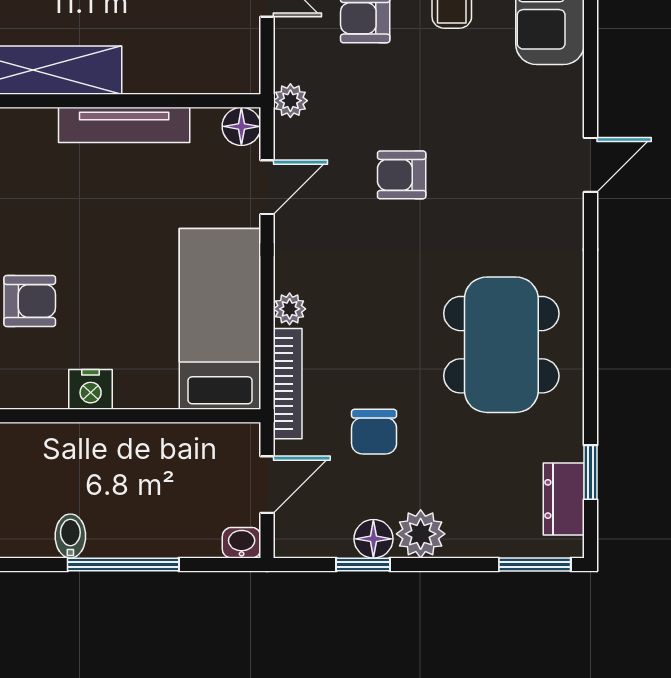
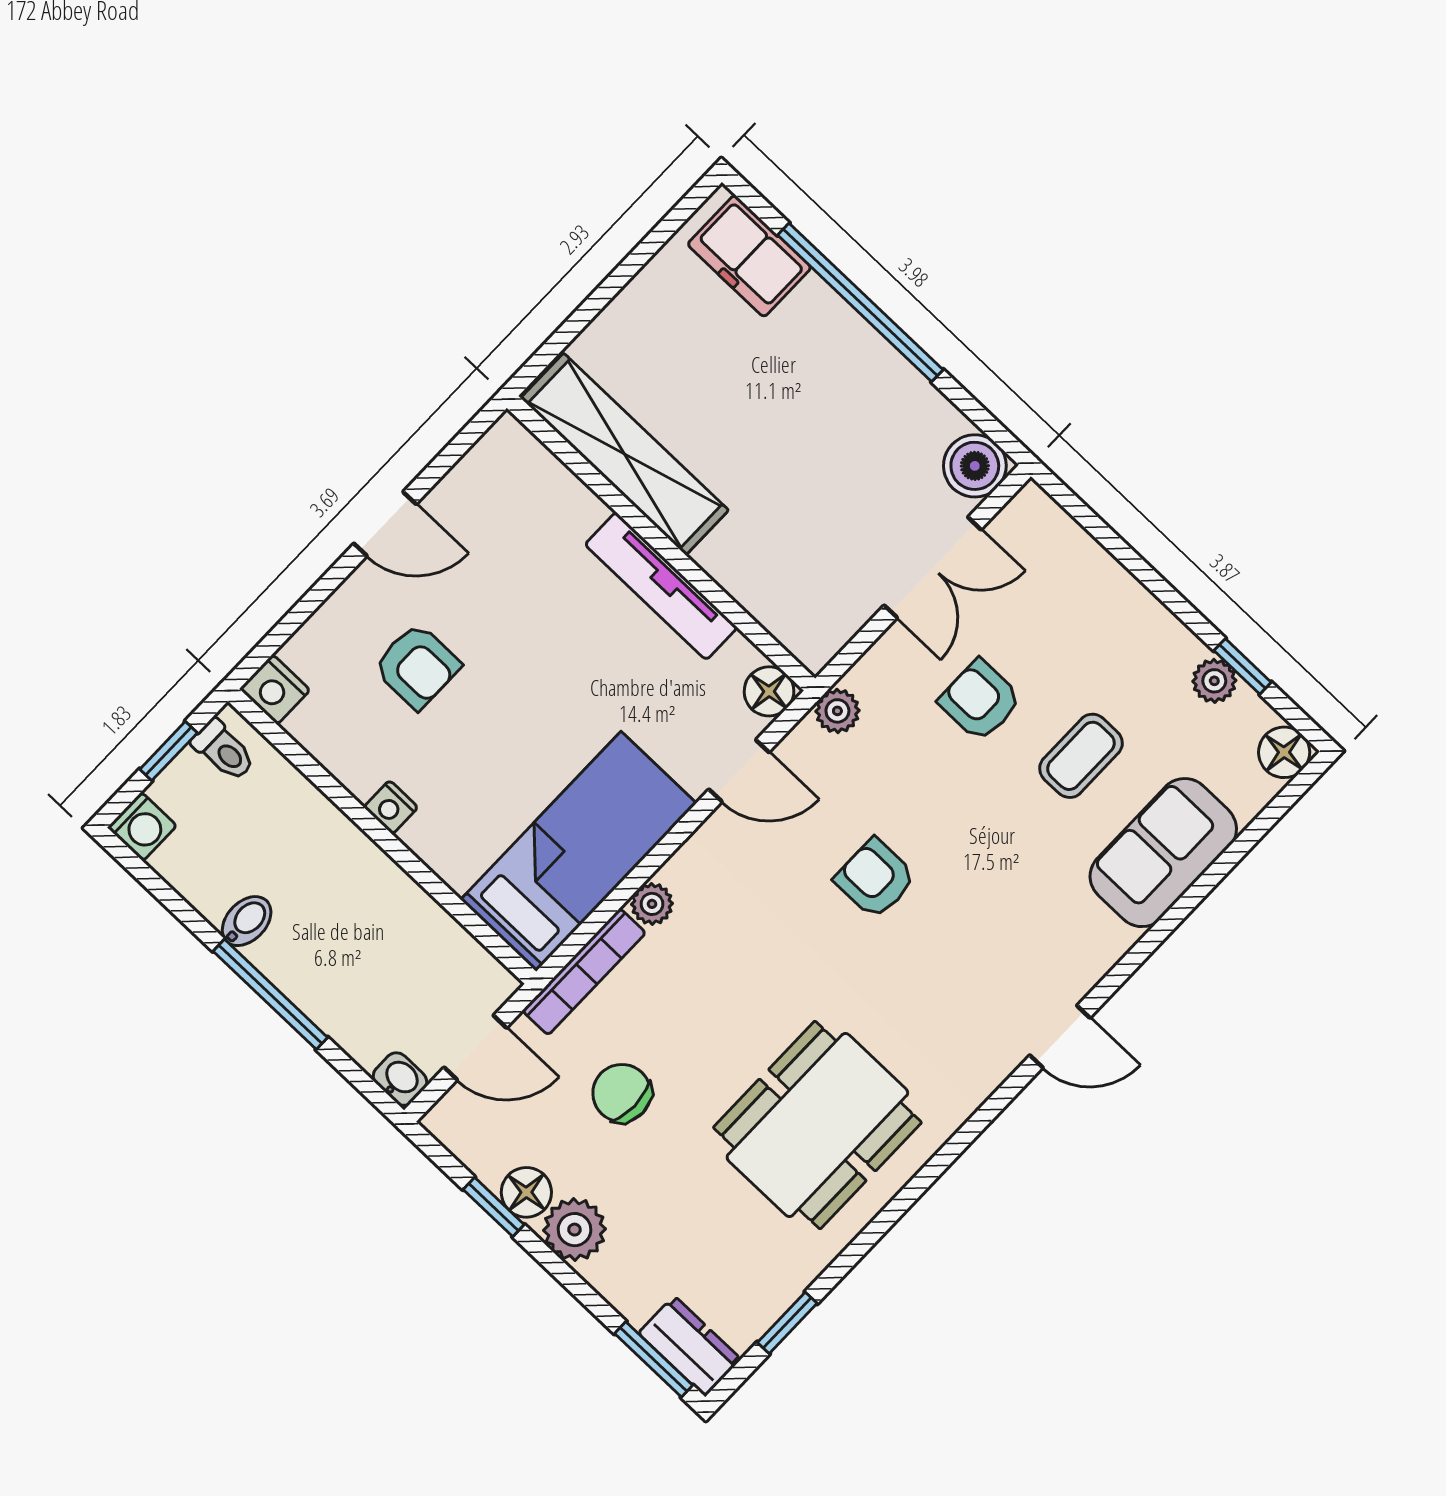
nightstand: (91, 389) -> (391, 807), width x0.72, depth x0.74
chair: (374, 432) -> (622, 1093), turned 90
dresser: (564, 499) -> (690, 1346), moved, turned 90

